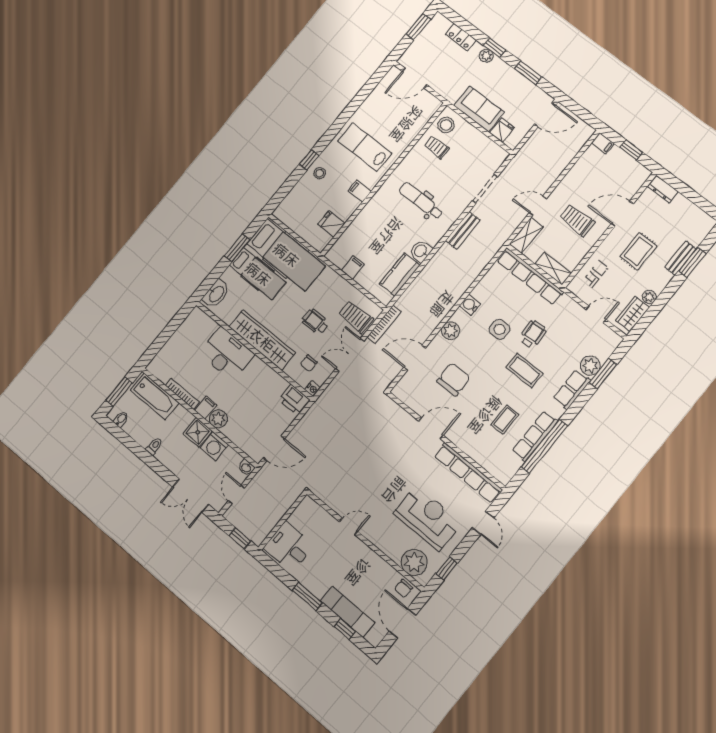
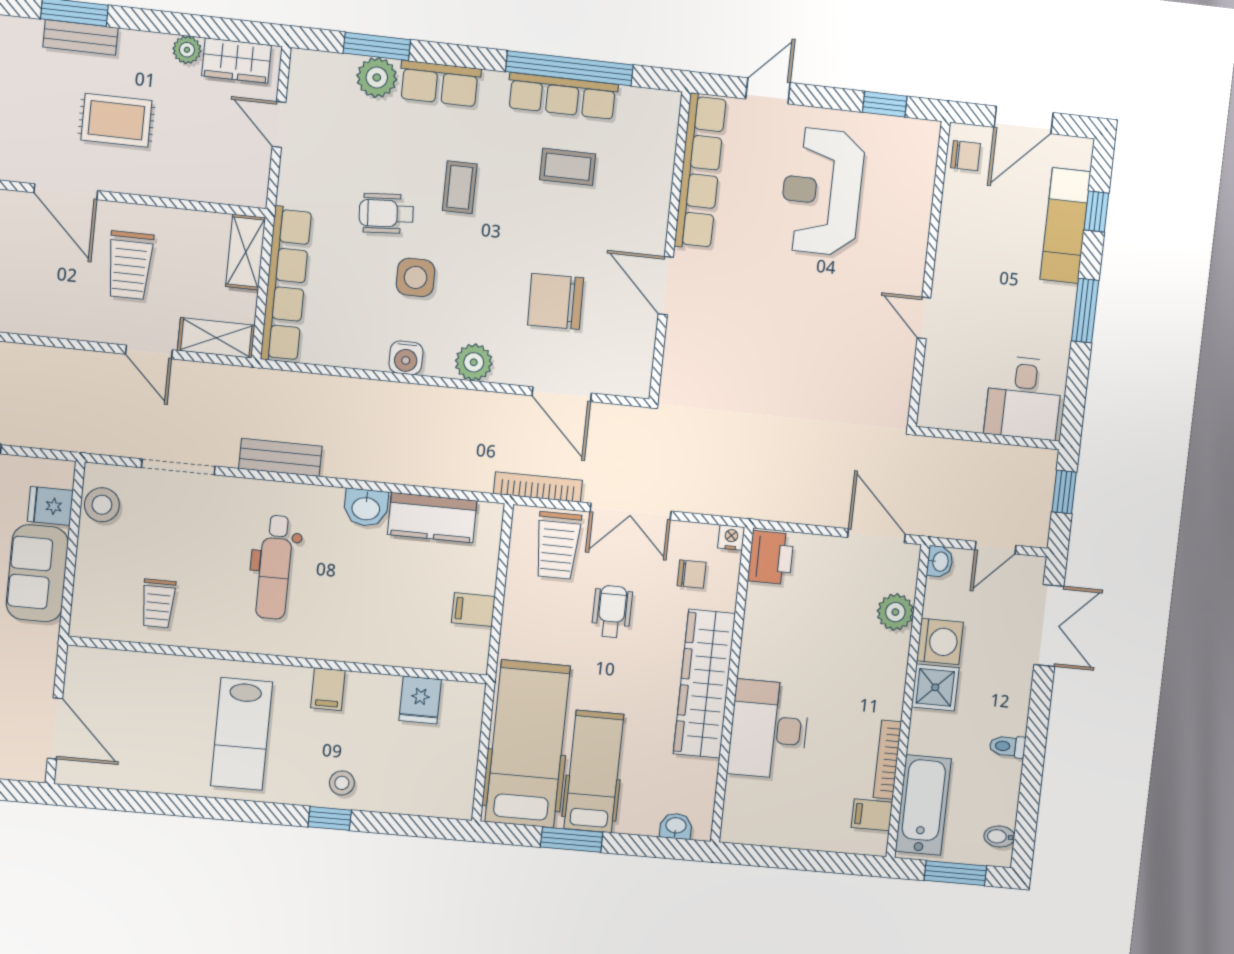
stool: (446, 125) -> (102, 505), moved
washbasin: (216, 294) -> (676, 826), width x0.52, depth x0.69
wheelchair: (315, 322) -> (612, 612), turned 180
coffee table: (524, 370) -> (460, 187), width x0.73, depth x0.77
filing cabinet: (206, 408) -> (872, 815), moved
plant: (218, 419) -> (895, 612), moved
plant: (414, 562) -> (911, 166), removed

